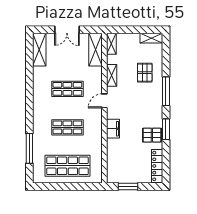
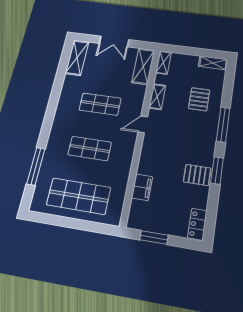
filing cabinet: (113, 129) -> (142, 187), moved
locker: (157, 166) -> (197, 224), width x0.66

